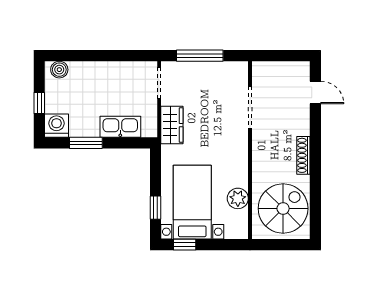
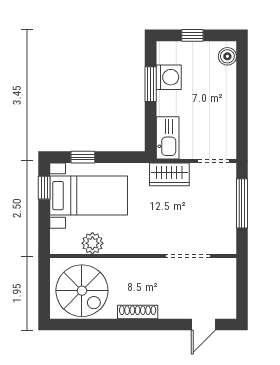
washing machine: (56, 126) -> (169, 77), moved
kitchen sink: (120, 127) -> (168, 138), moved

